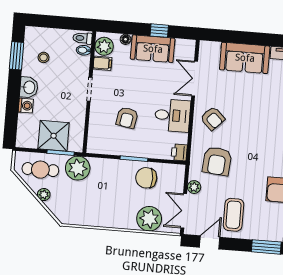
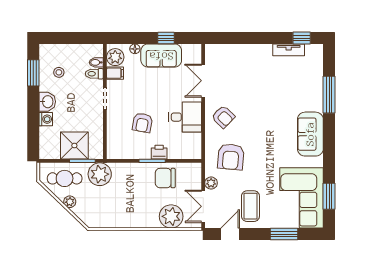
toilet: (83, 38) -> (94, 74), moved
sofa: (245, 58) -> (249, 57), removed
printer: (179, 152) -> (159, 152), moved, turned 90

